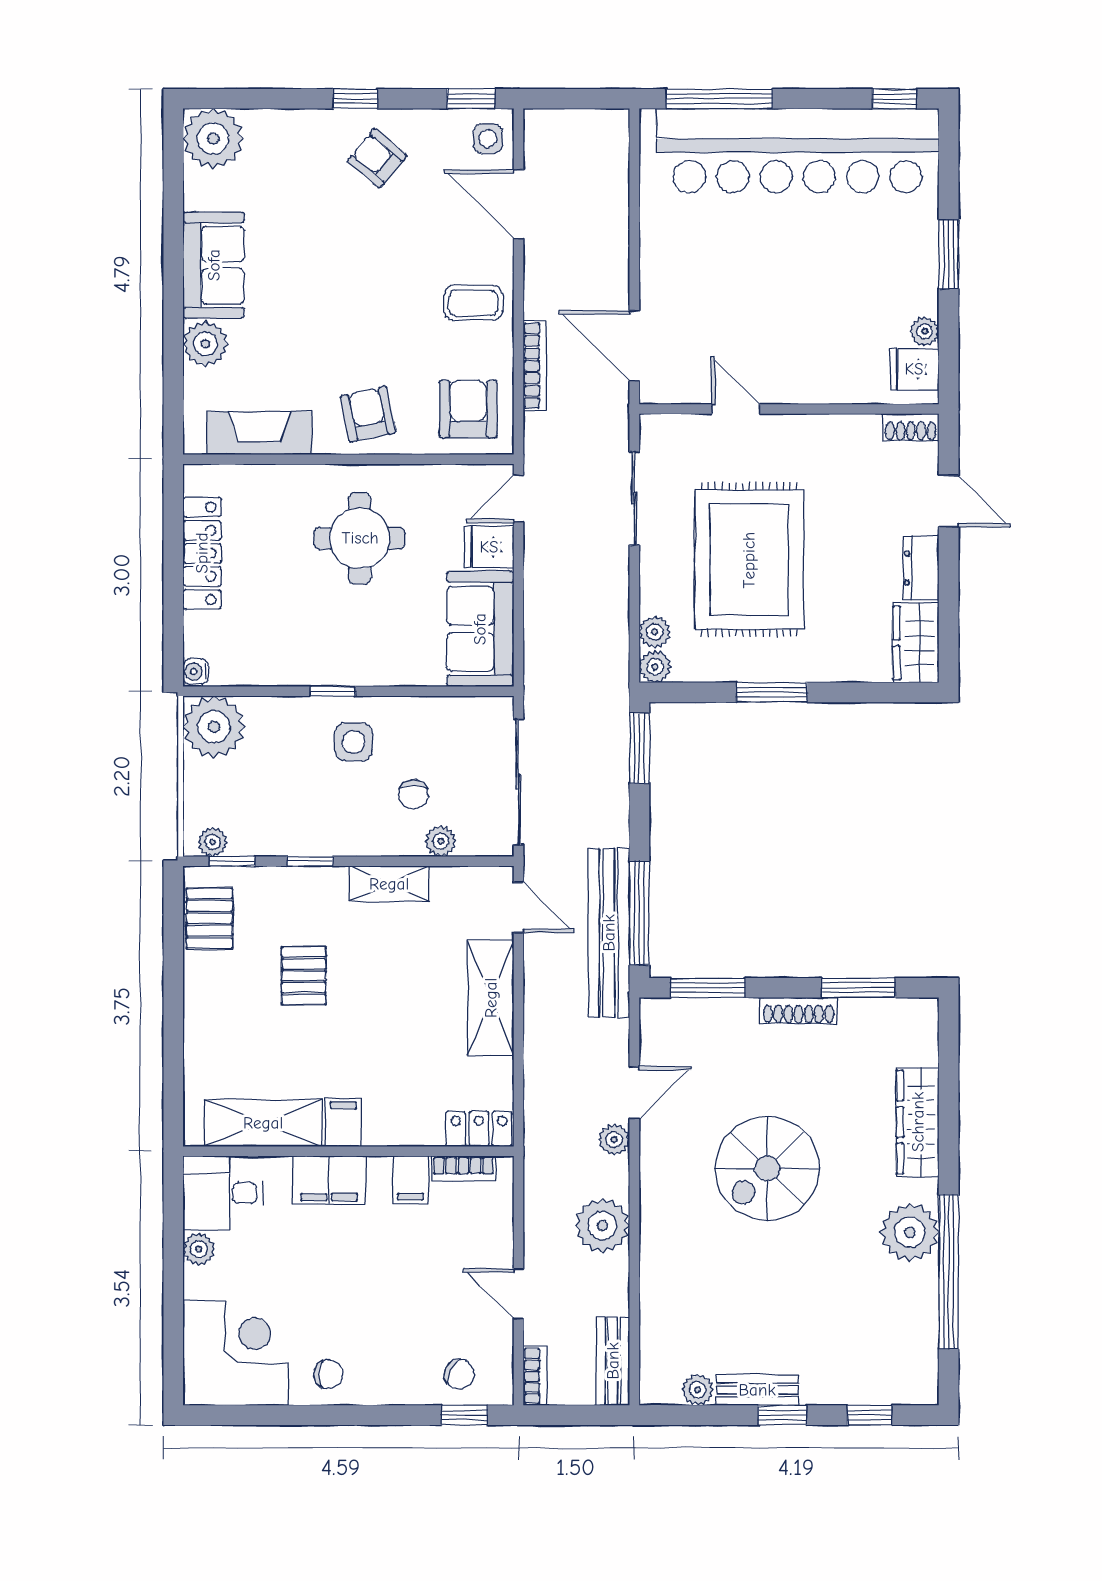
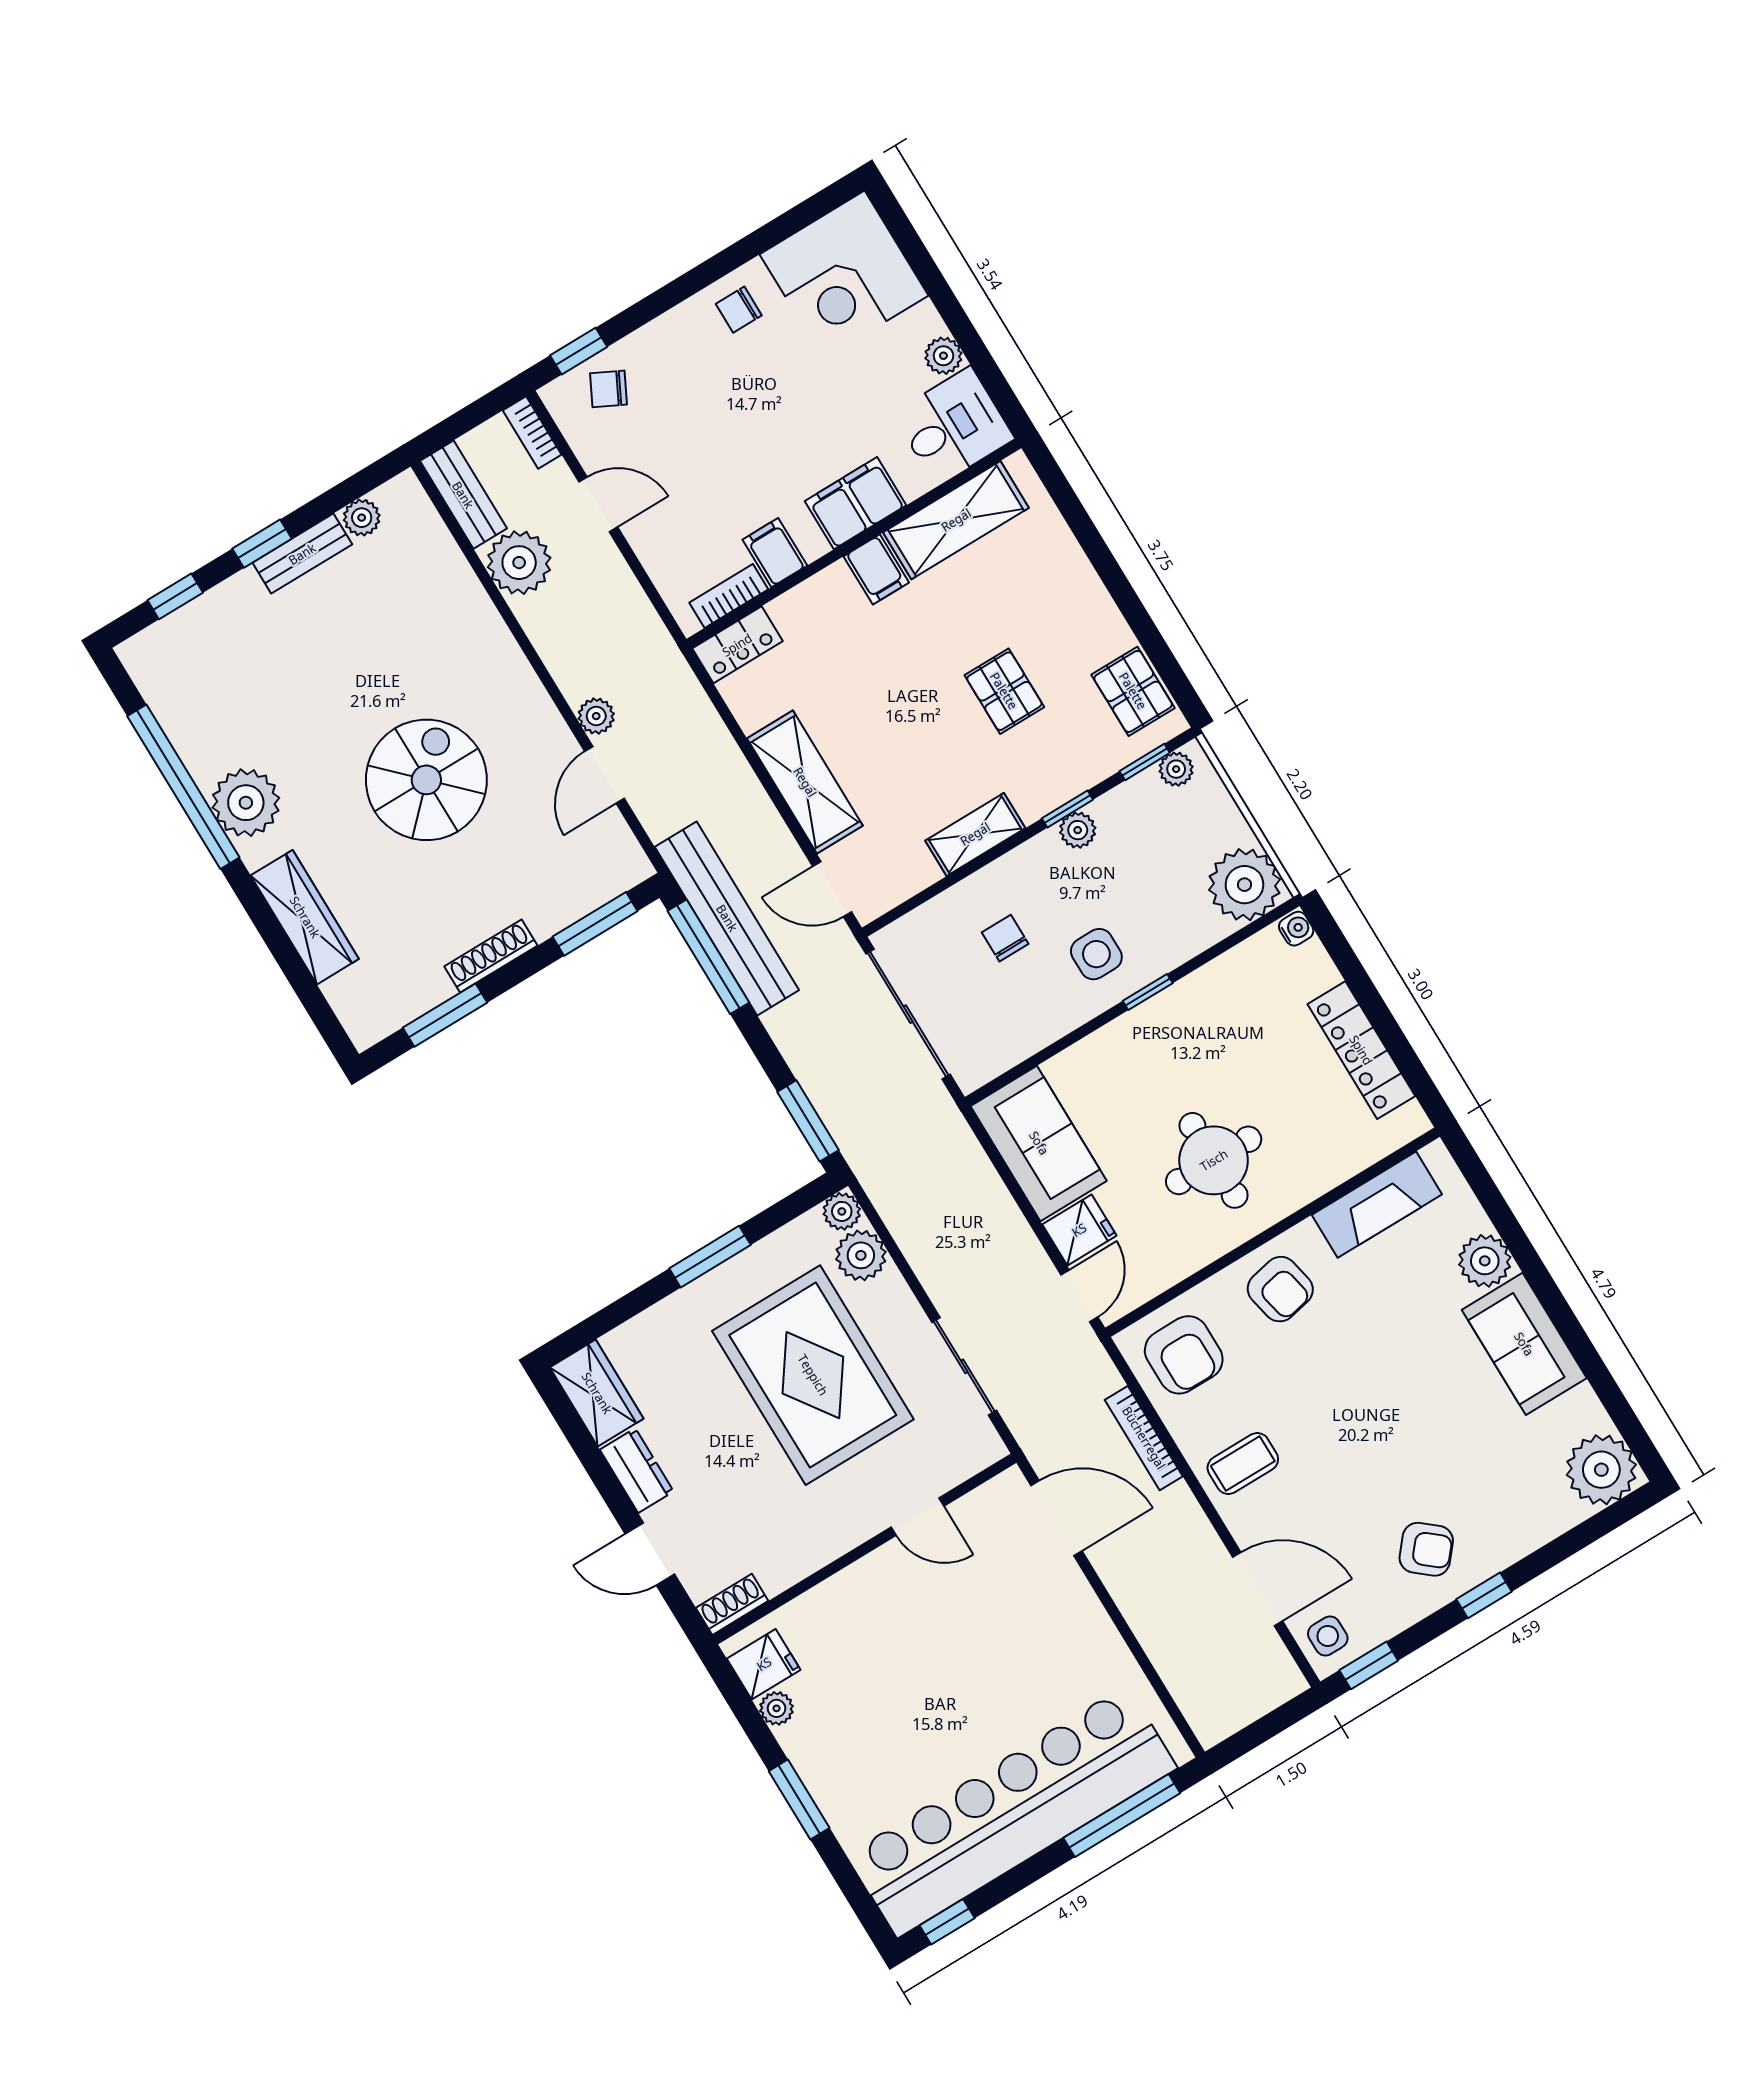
plant: (655, 632) -> (861, 1255), width x1.38, depth x1.38
plant: (441, 841) -> (1078, 830), moved
plant: (602, 1225) -> (519, 563), moved

